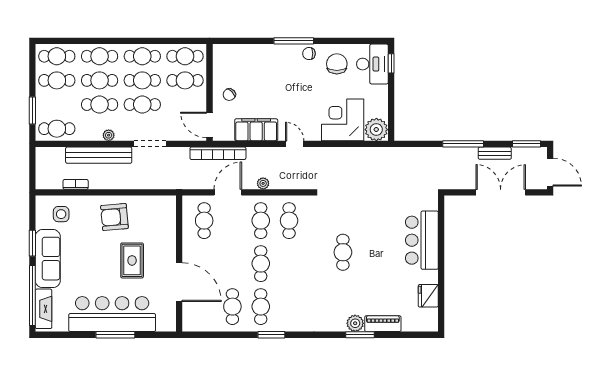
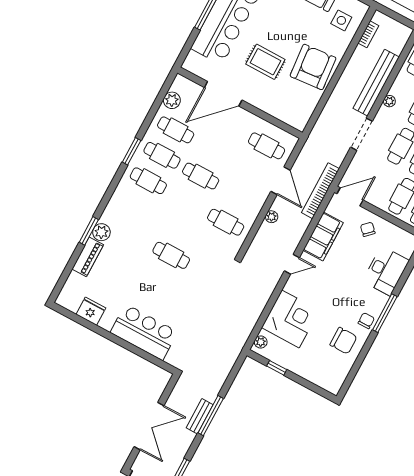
window: (391, 63) -> (277, 368), moved
desk: (372, 64) -> (386, 271), moved, turned -90
plant: (376, 130) -> (261, 342), width x0.53, depth x0.53
bench: (495, 153) -> (200, 416), moved
bookcase: (76, 184) -> (368, 34), moved
armchair: (114, 217) -> (313, 67), width x1.36, depth x1.36
cafe table: (261, 221) -> (148, 181), moved
plant: (209, 324) -> (172, 100), added

